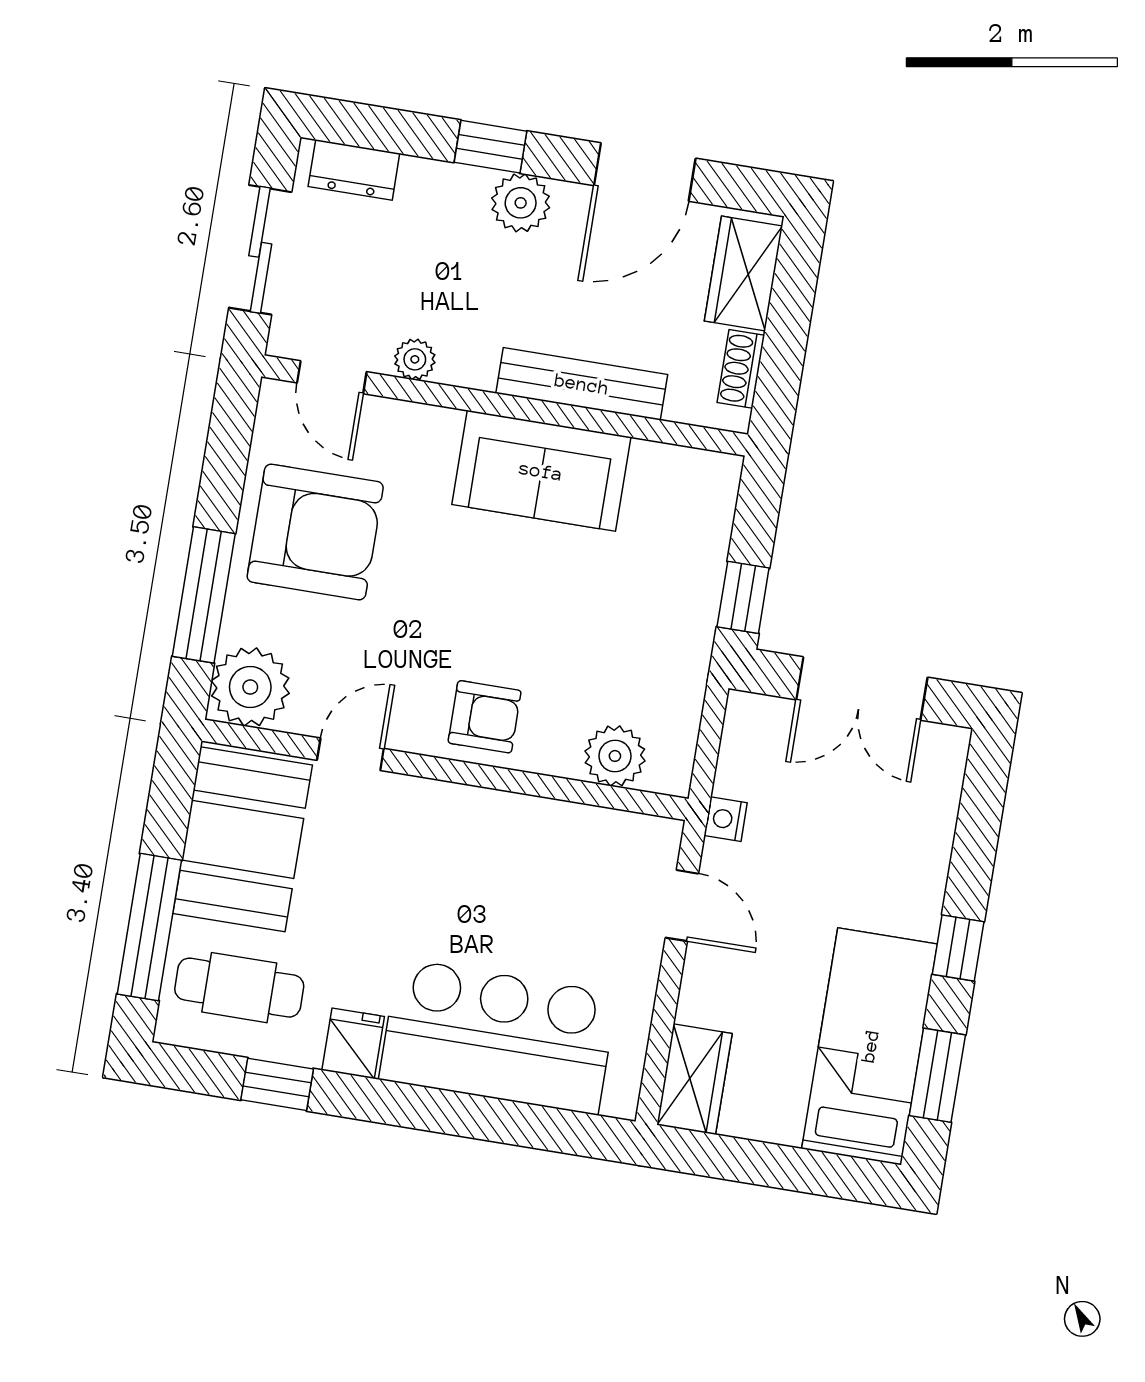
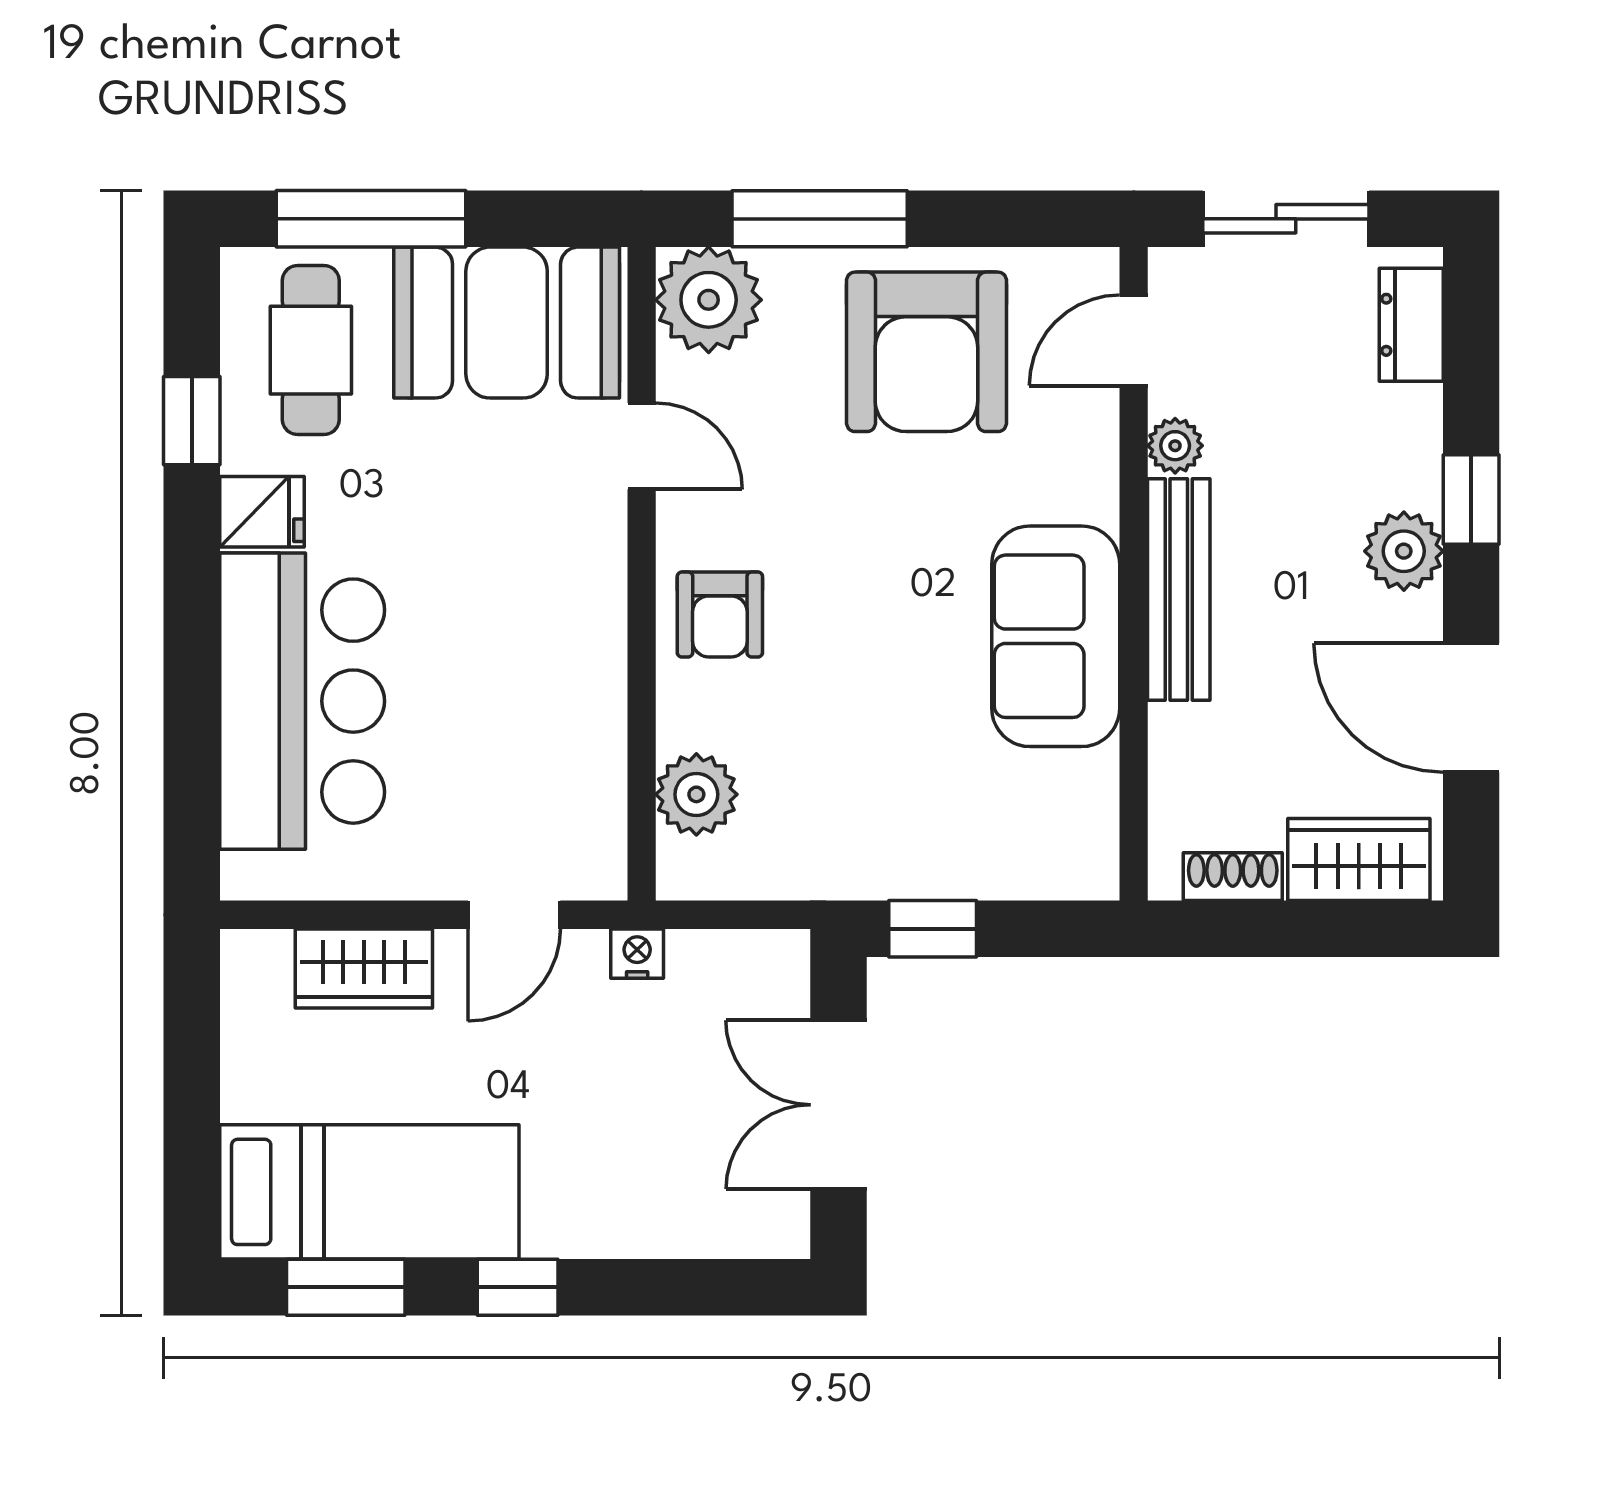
bench: (582, 384) -> (1179, 590), moved
wardrobe: (694, 1079) -> (364, 969), moved

